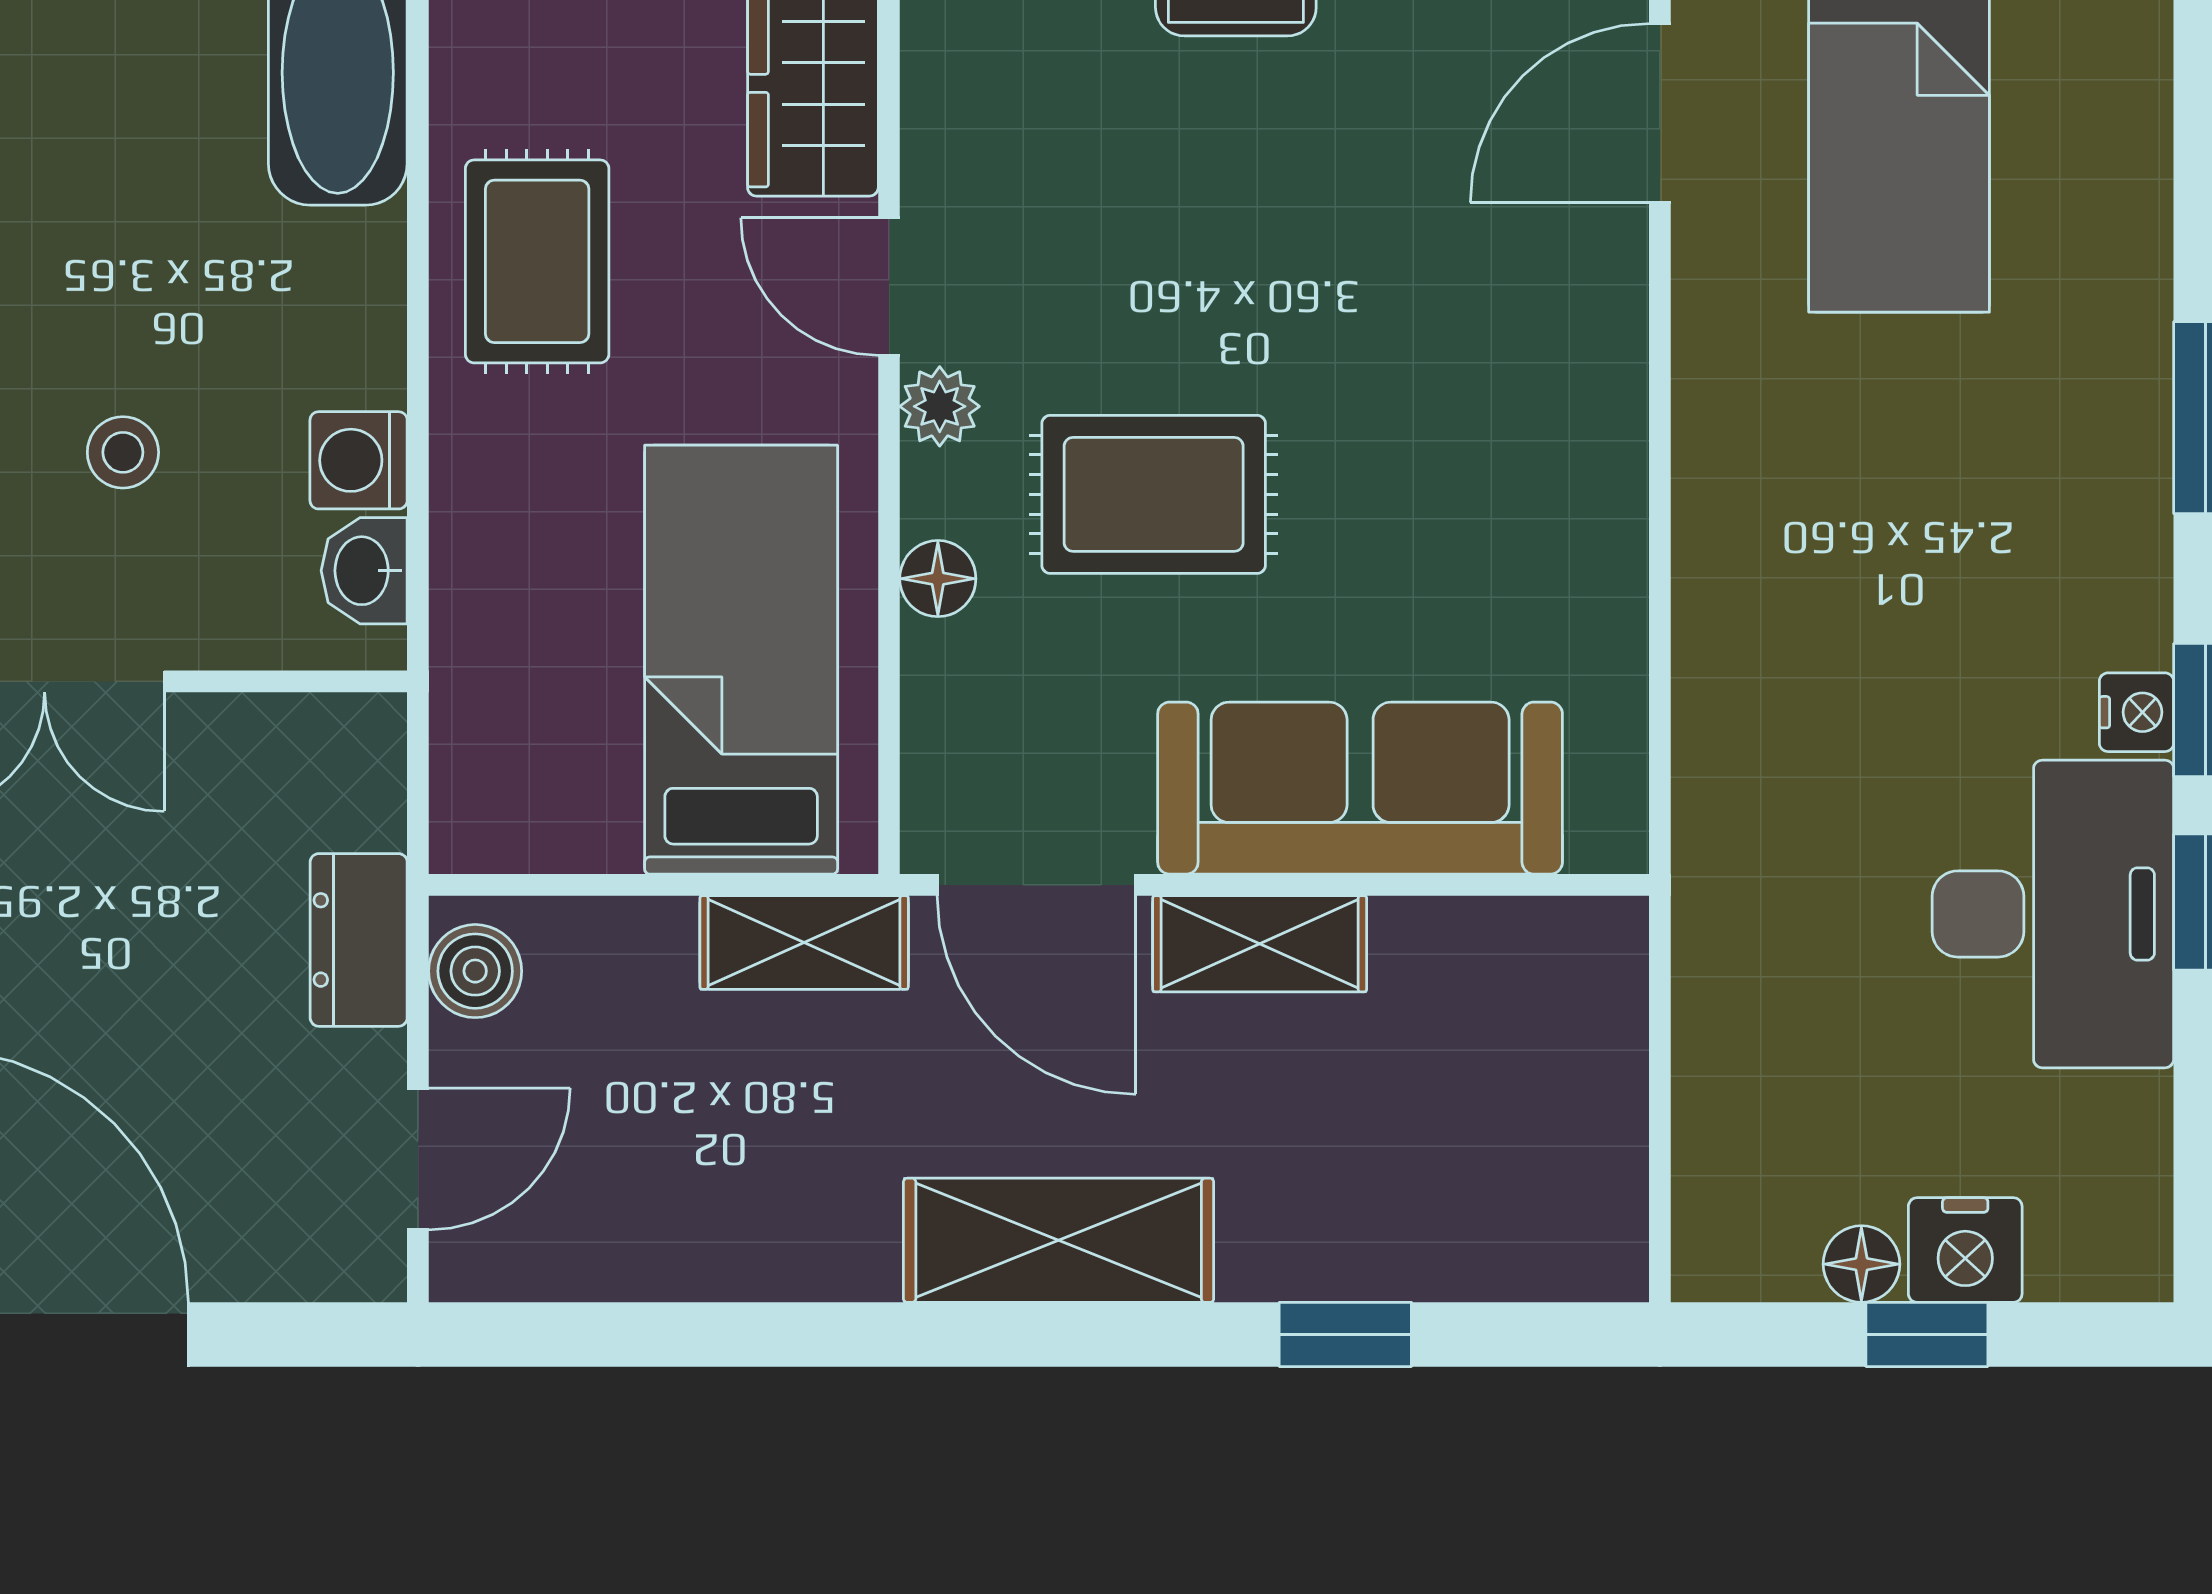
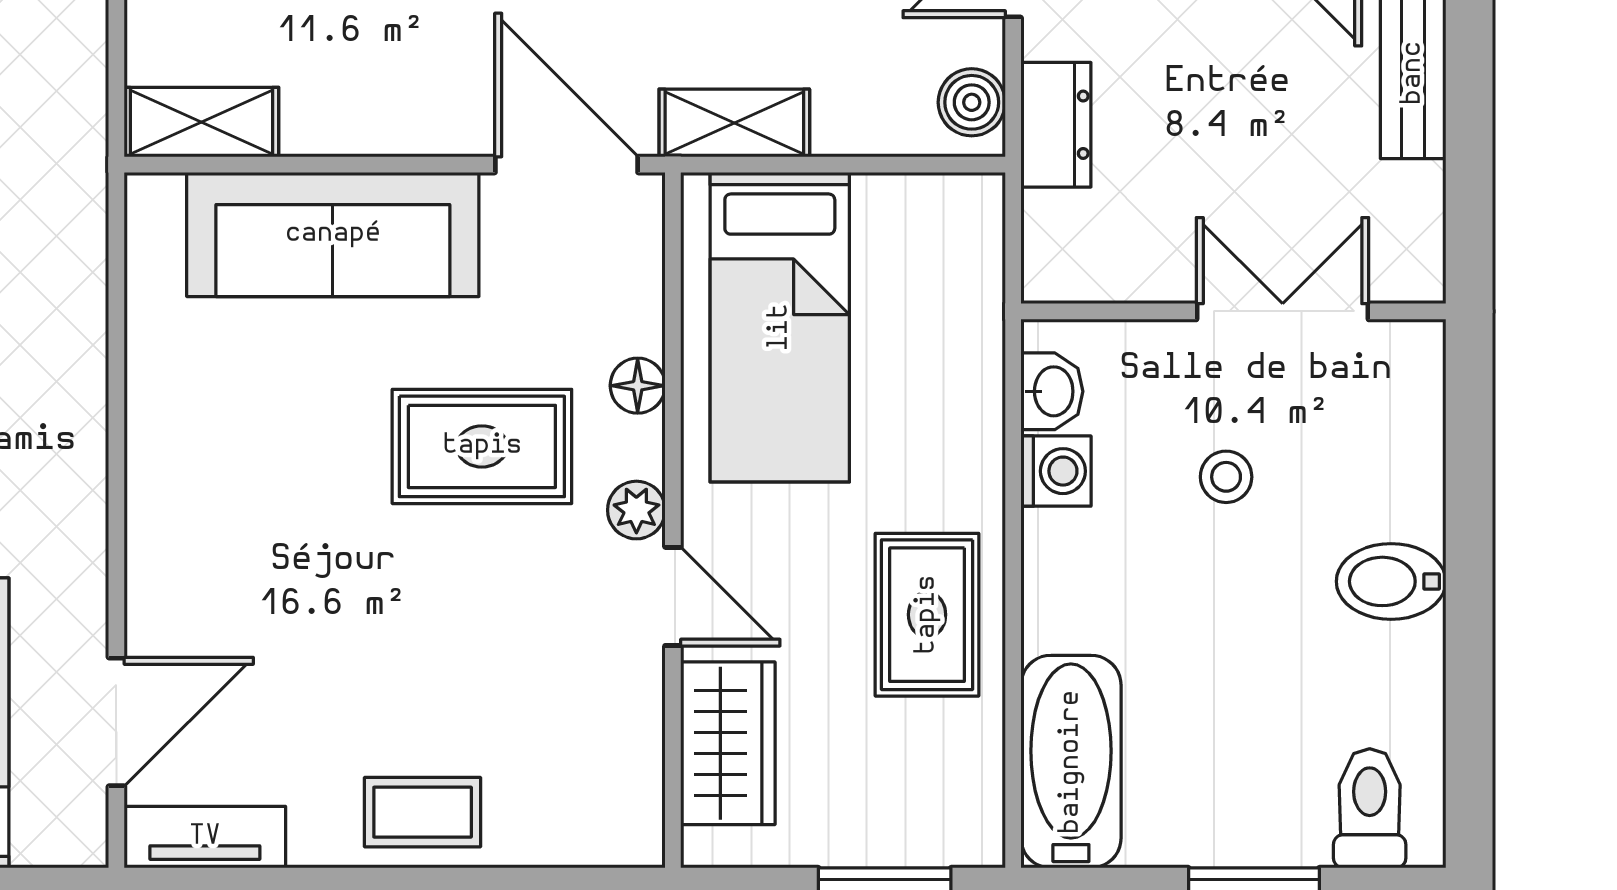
shelving: (1260, 944) -> (201, 122), moved

